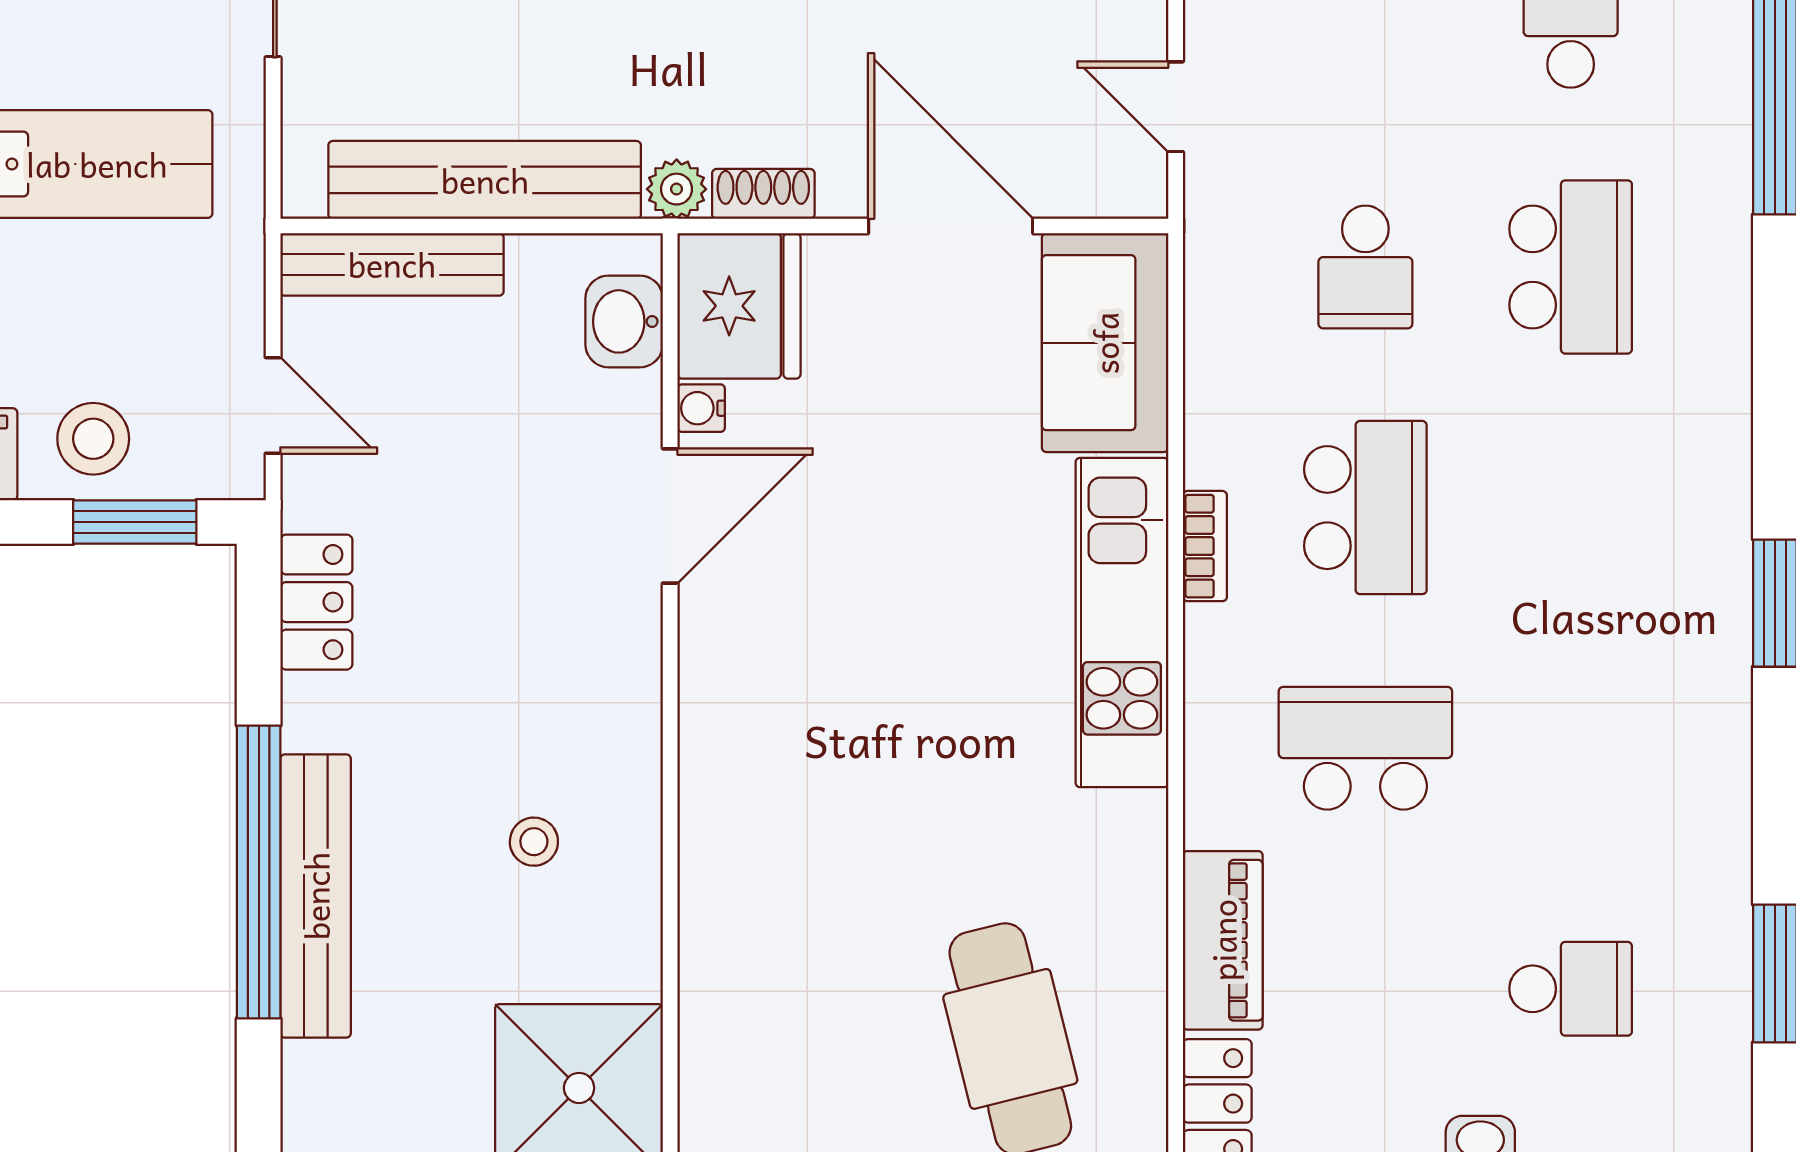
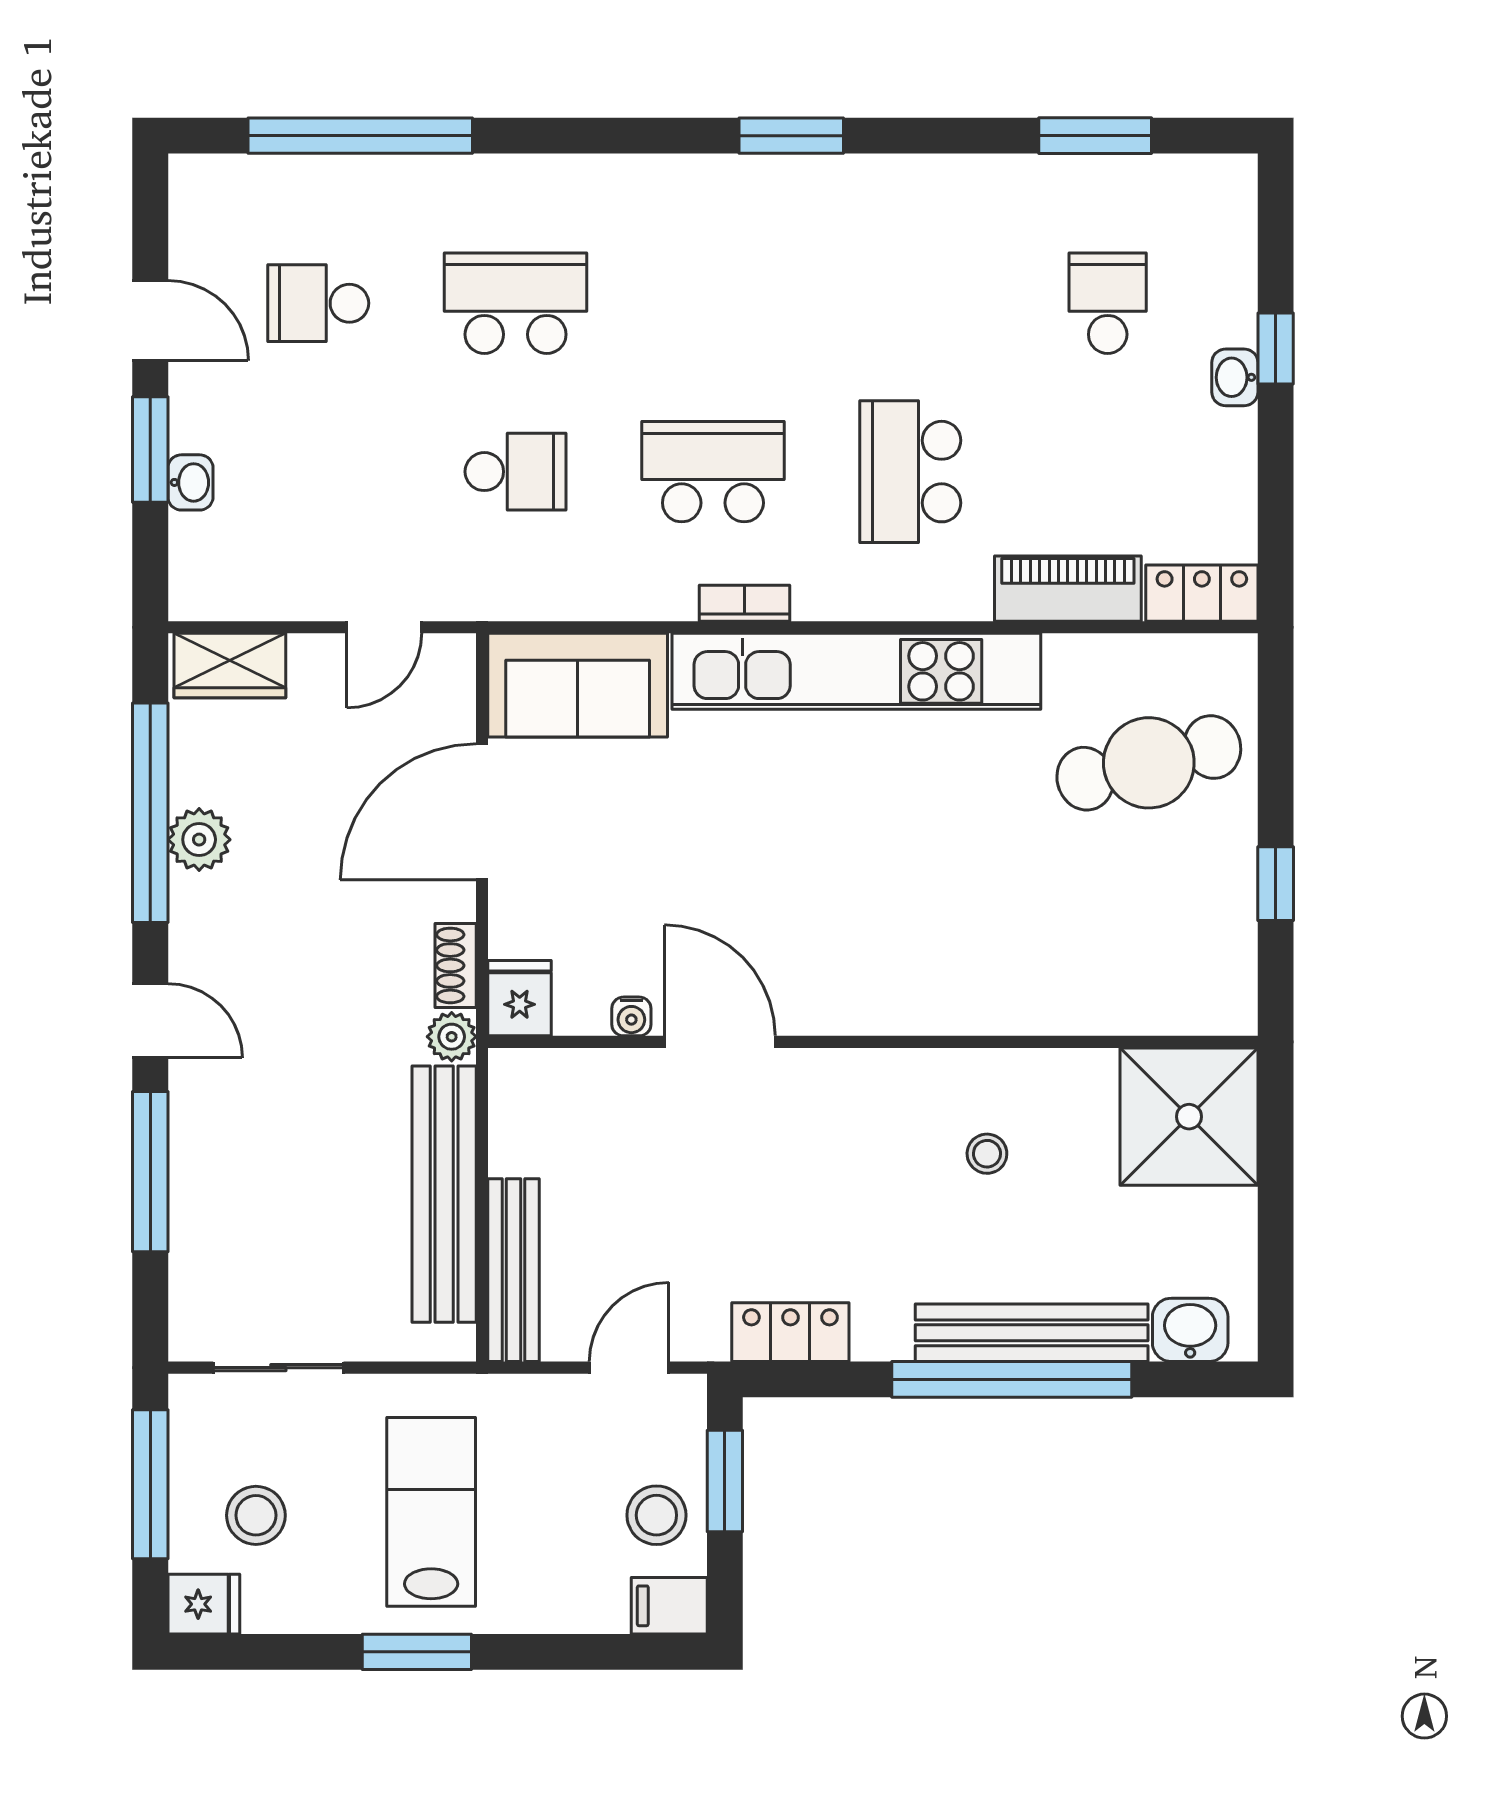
fridge: (739, 306) -> (520, 998), width x0.53, depth x0.75
washbasin: (624, 321) -> (1190, 1330), moved, turned 180
kitchen unit: (1122, 623) -> (856, 671), width x1.36

